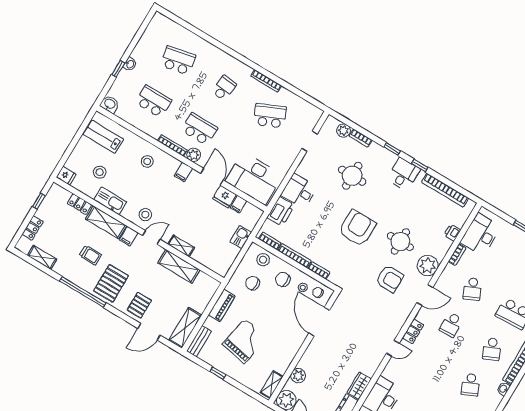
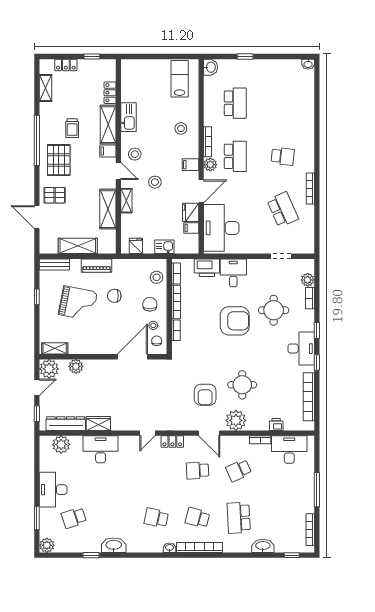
school desk: (178, 60) -> (283, 103), removed
washbasin: (130, 64) -> (308, 64), moved
stool: (100, 172) -> (155, 182), moved
desk: (403, 174) -> (301, 349), width x1.37
fridge: (66, 176) -> (136, 246), moved, turned 180
armchair: (357, 228) -> (235, 321), moved
pallet: (111, 283) -> (59, 160), turned 90
chair: (253, 283) -> (114, 296), moved, turned -90
shelving: (185, 328) -> (78, 246), moved
door: (393, 348) -> (147, 433), hinge flipped
school desk: (492, 349) -> (197, 518), turned 39
school desk: (471, 385) -> (156, 518), turned 36

